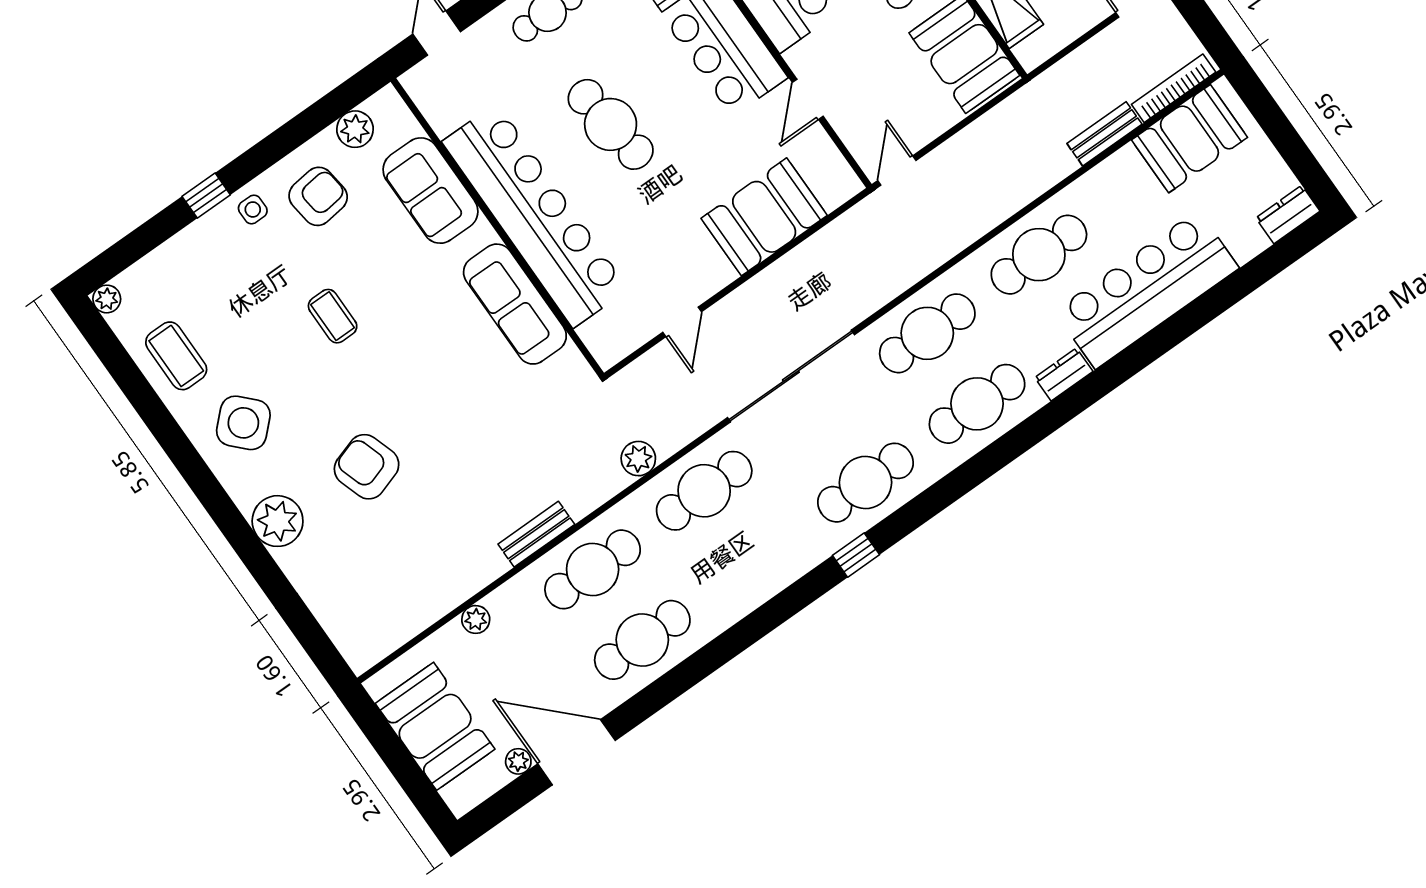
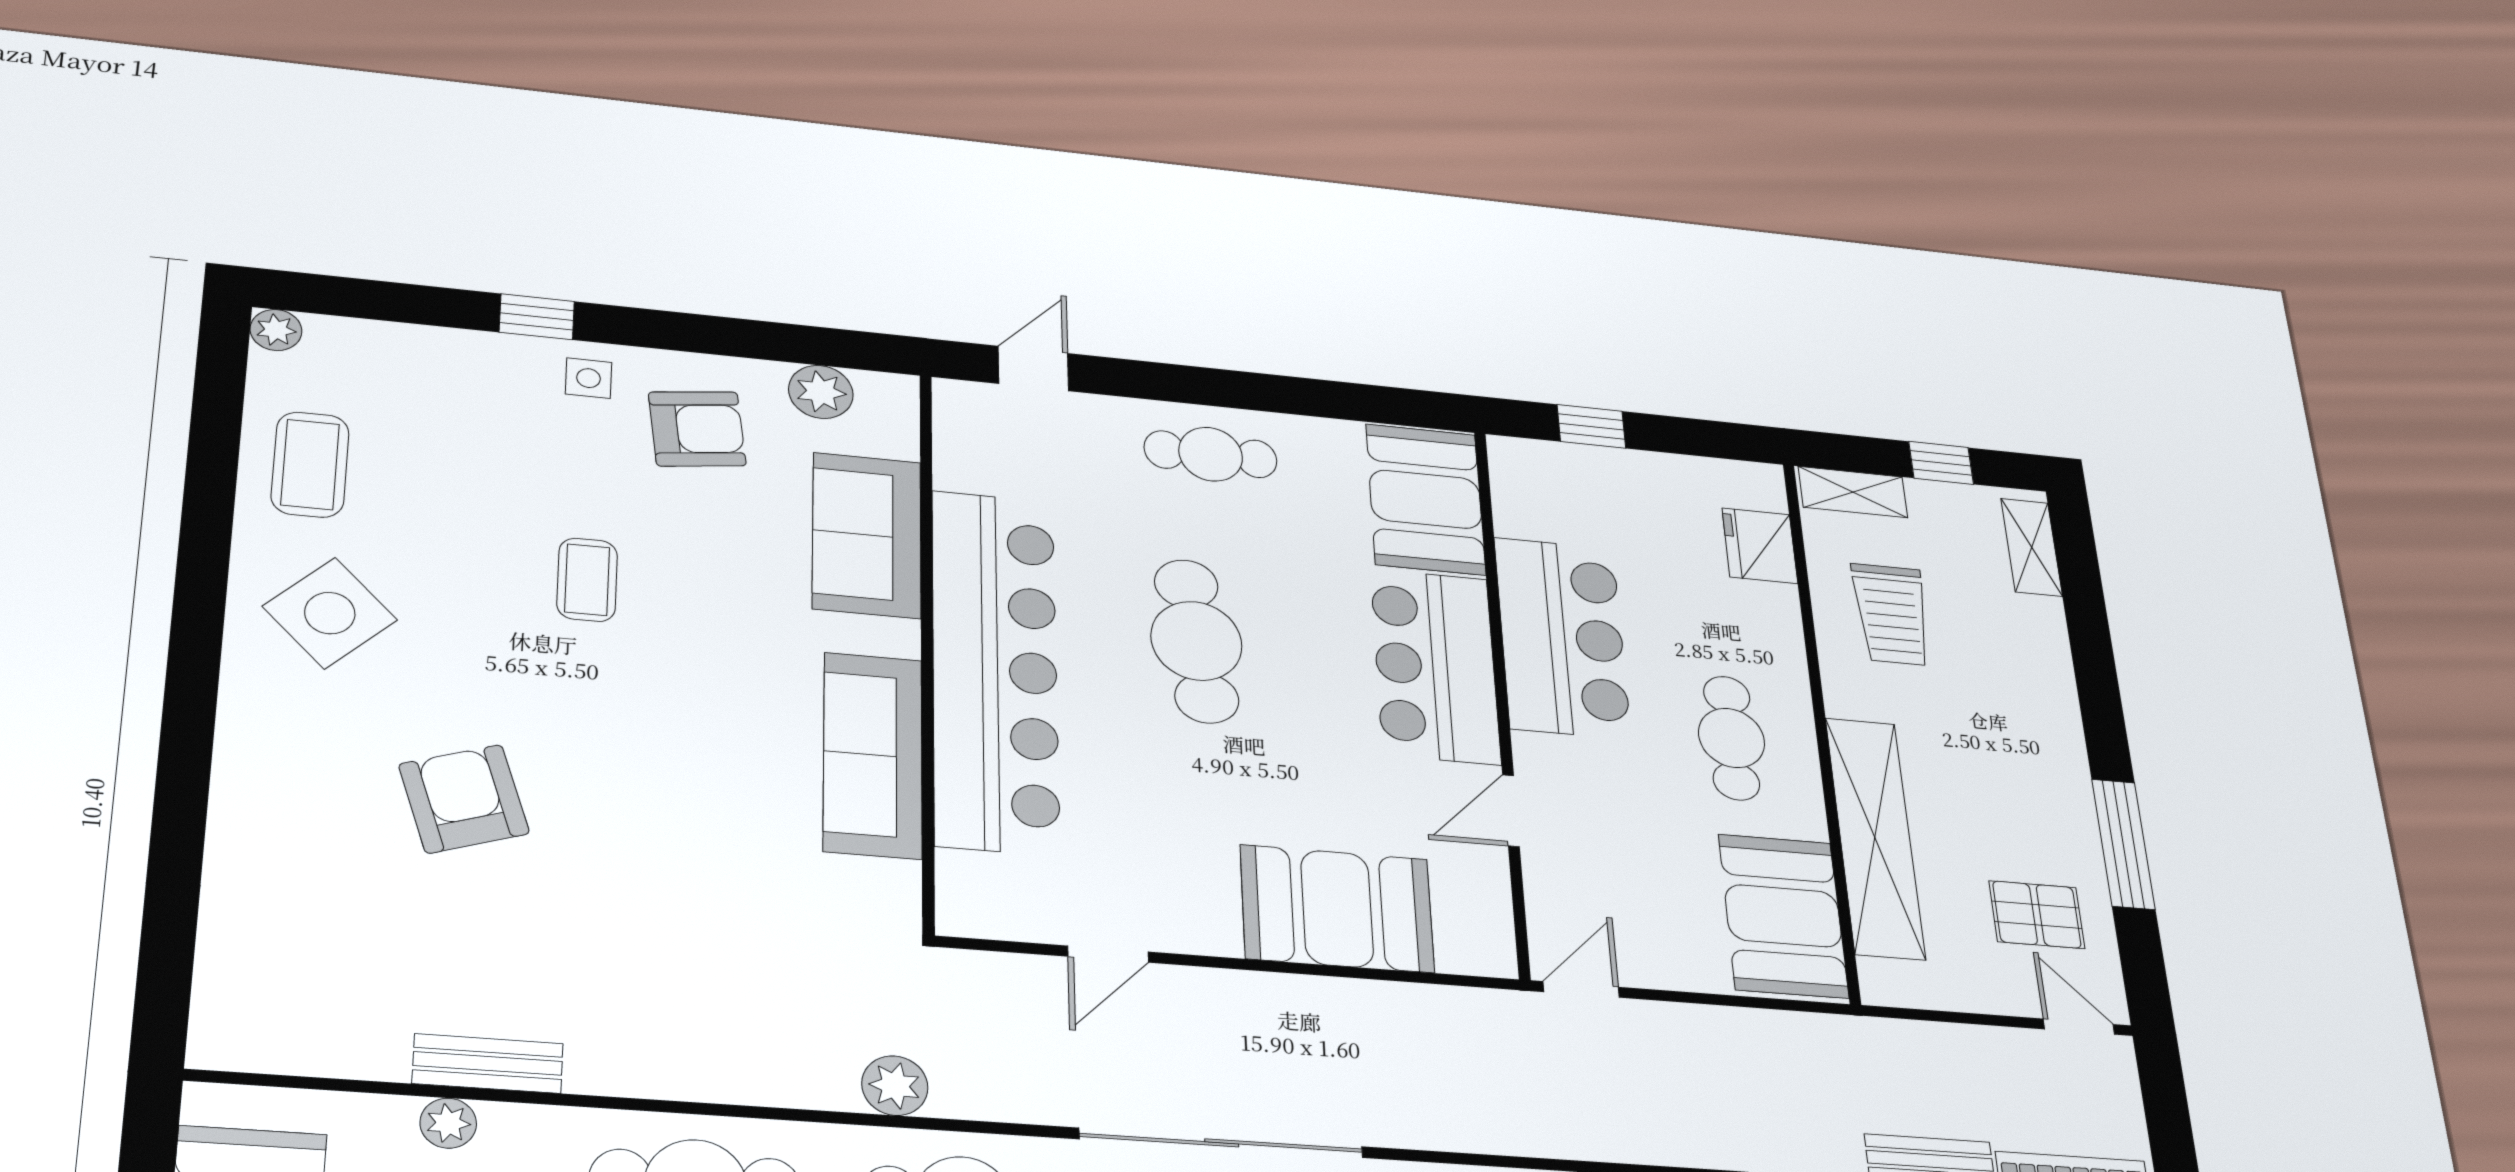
plant: (278, 521) -> (261, 771), removed
bench: (536, 534) -> (488, 1063), moved

